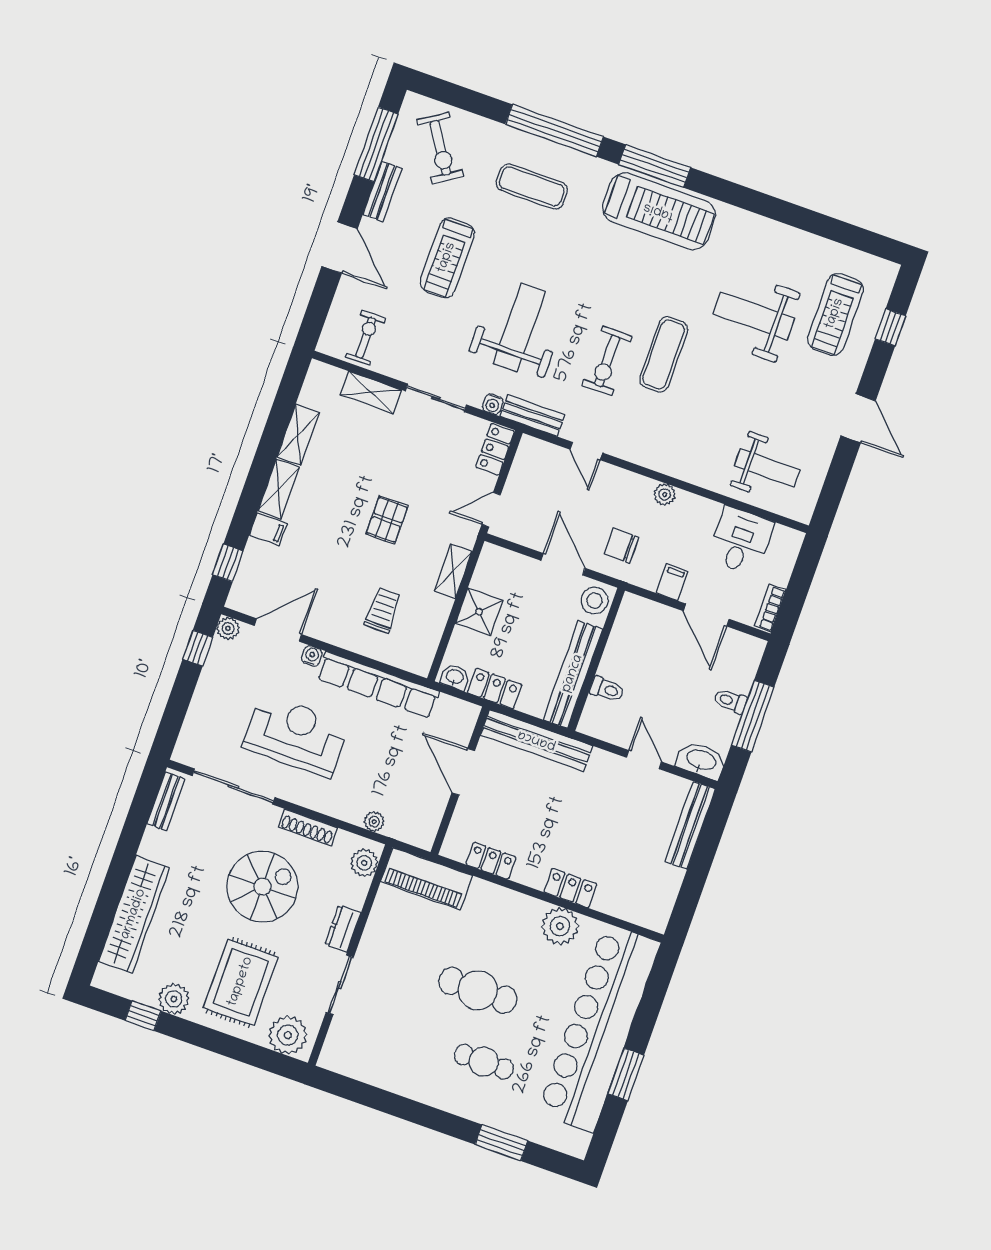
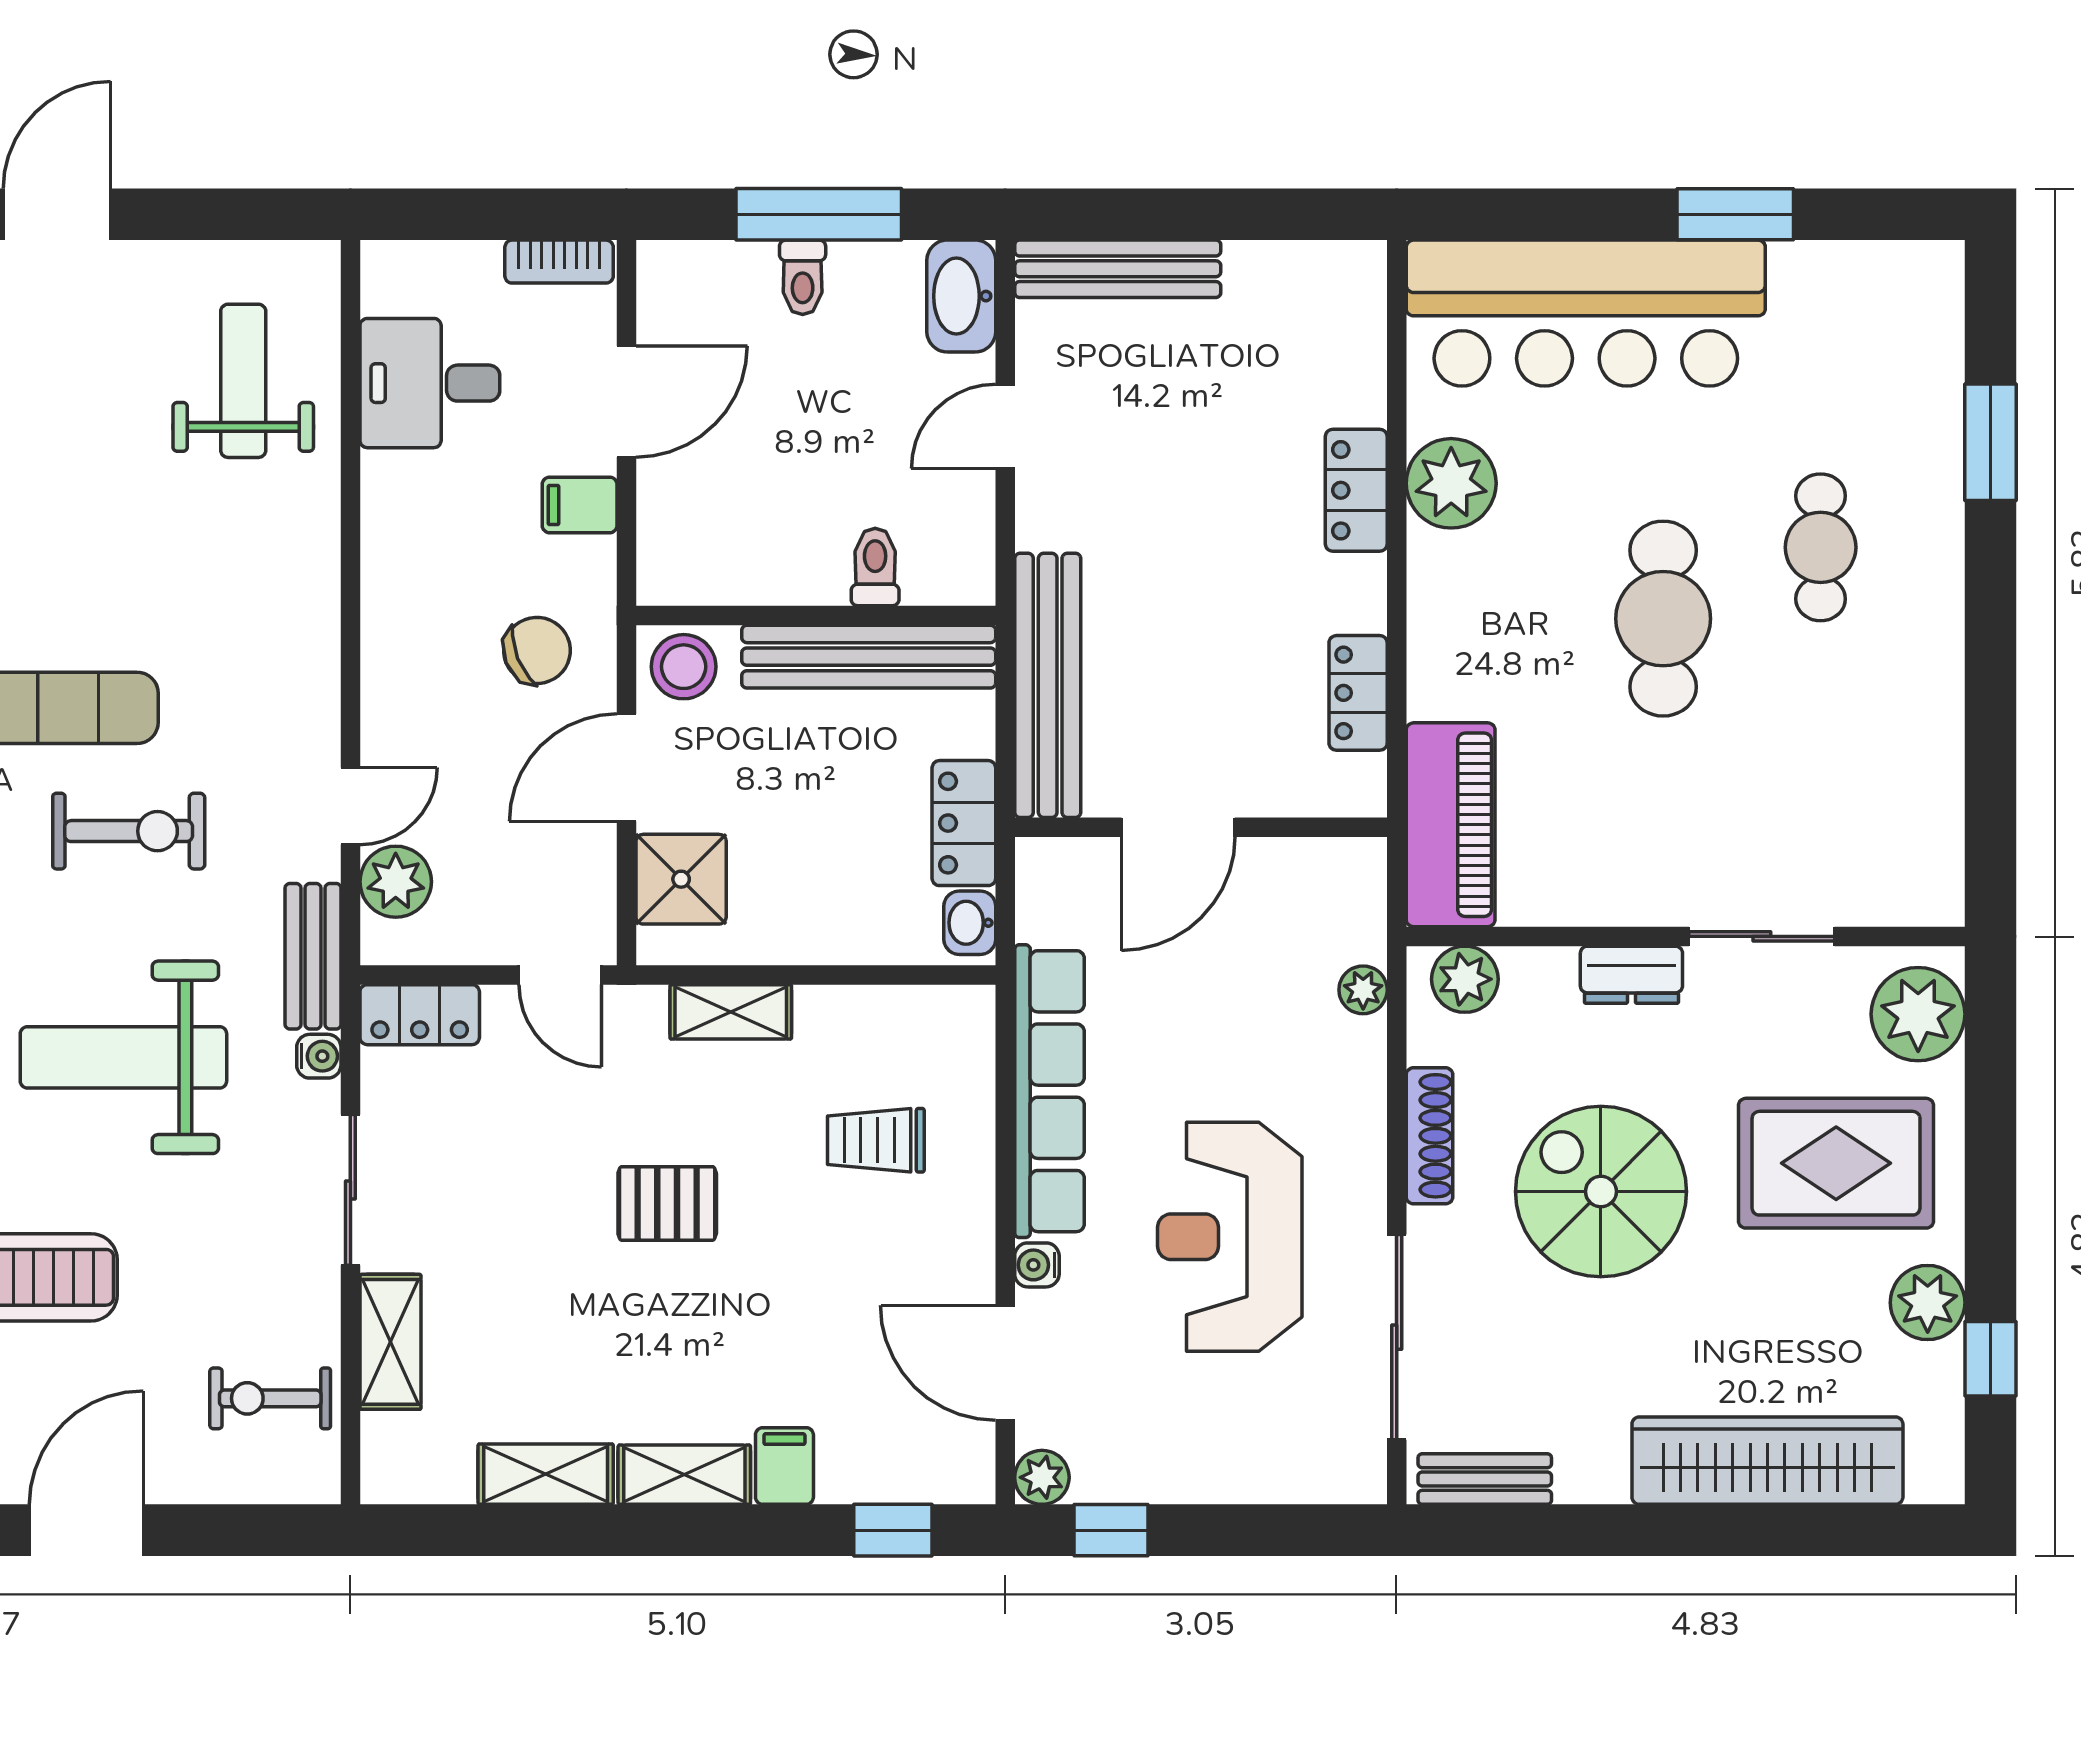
plant: (665, 494) -> (396, 882), moved, width x1.38, depth x1.38
chair: (621, 546) -> (537, 650), turned -112
shower: (479, 612) -> (681, 879), moved
bar counter: (599, 1028) -> (1586, 313), width x0.73

